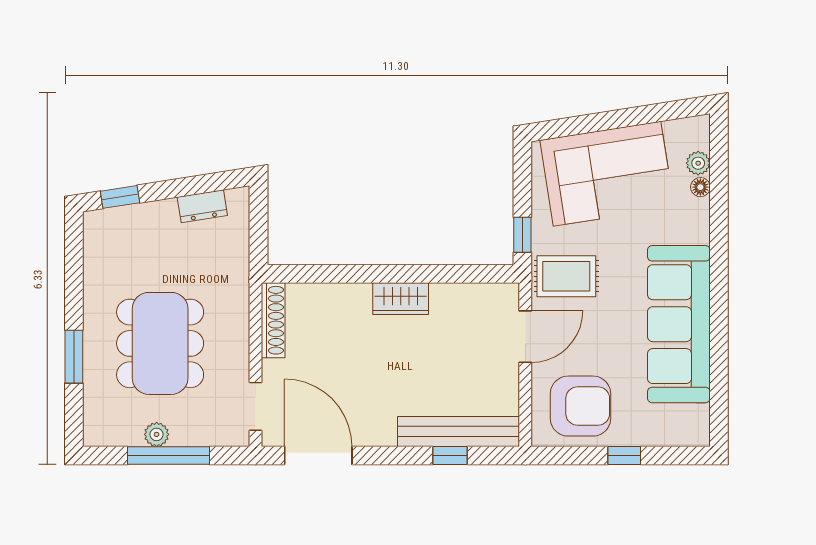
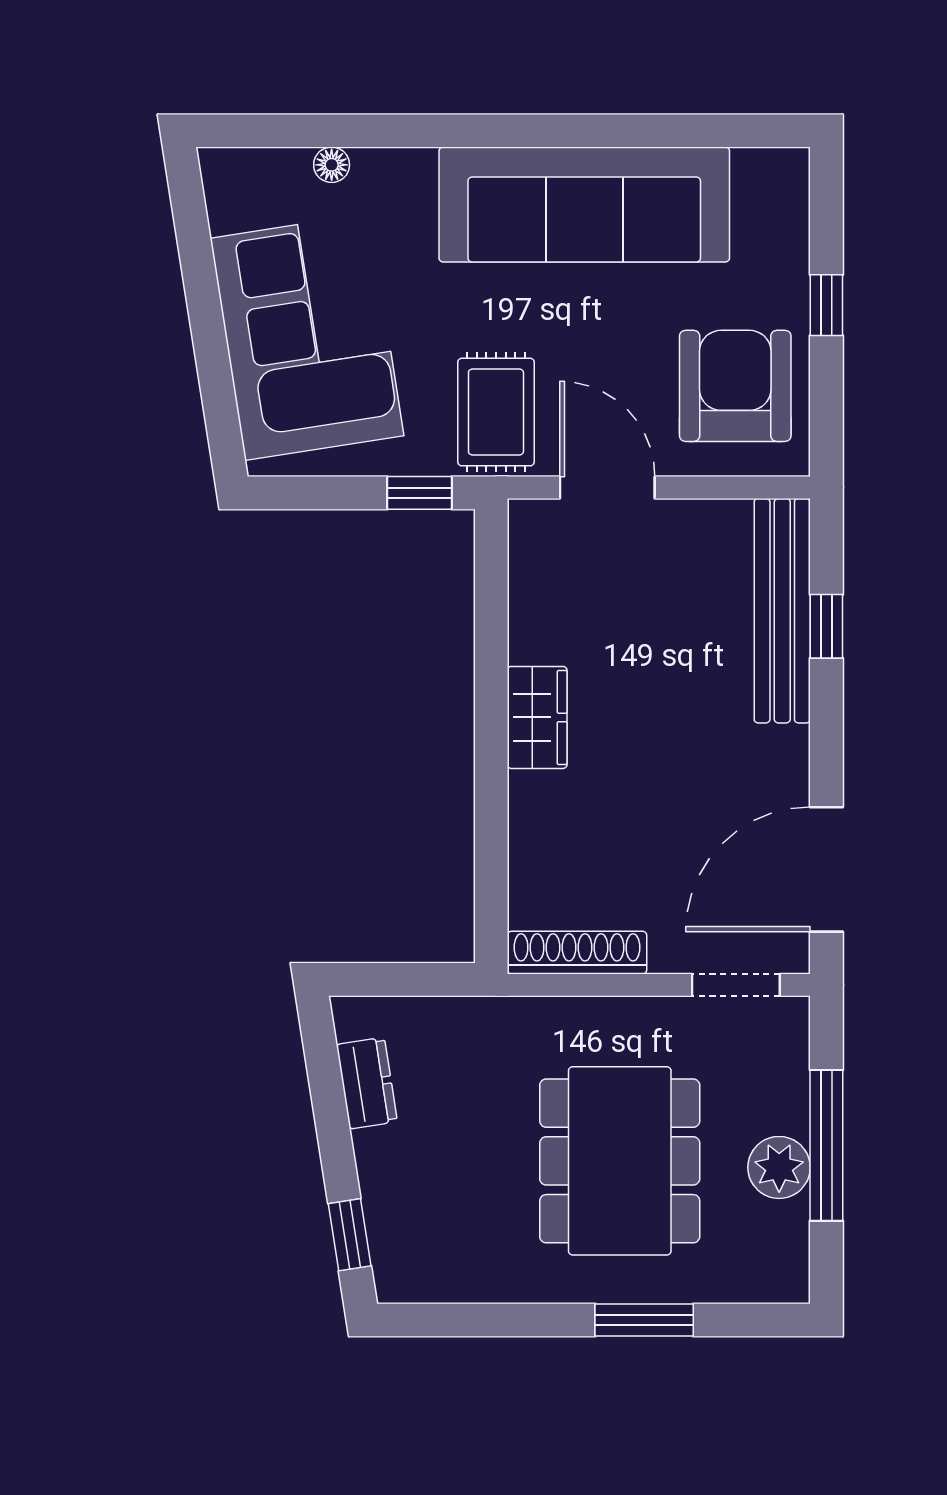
plant: (698, 163) -> (287, 169), removed
dining table: (160, 343) -> (620, 1161), turned 90
plant: (157, 434) -> (779, 1167), width x1.38, depth x1.38

